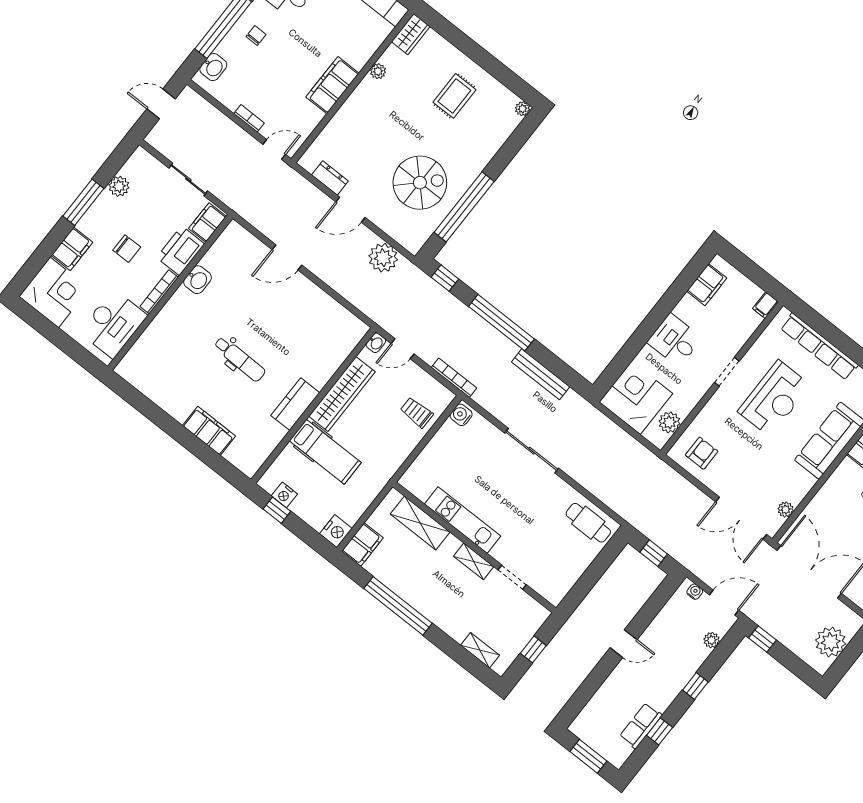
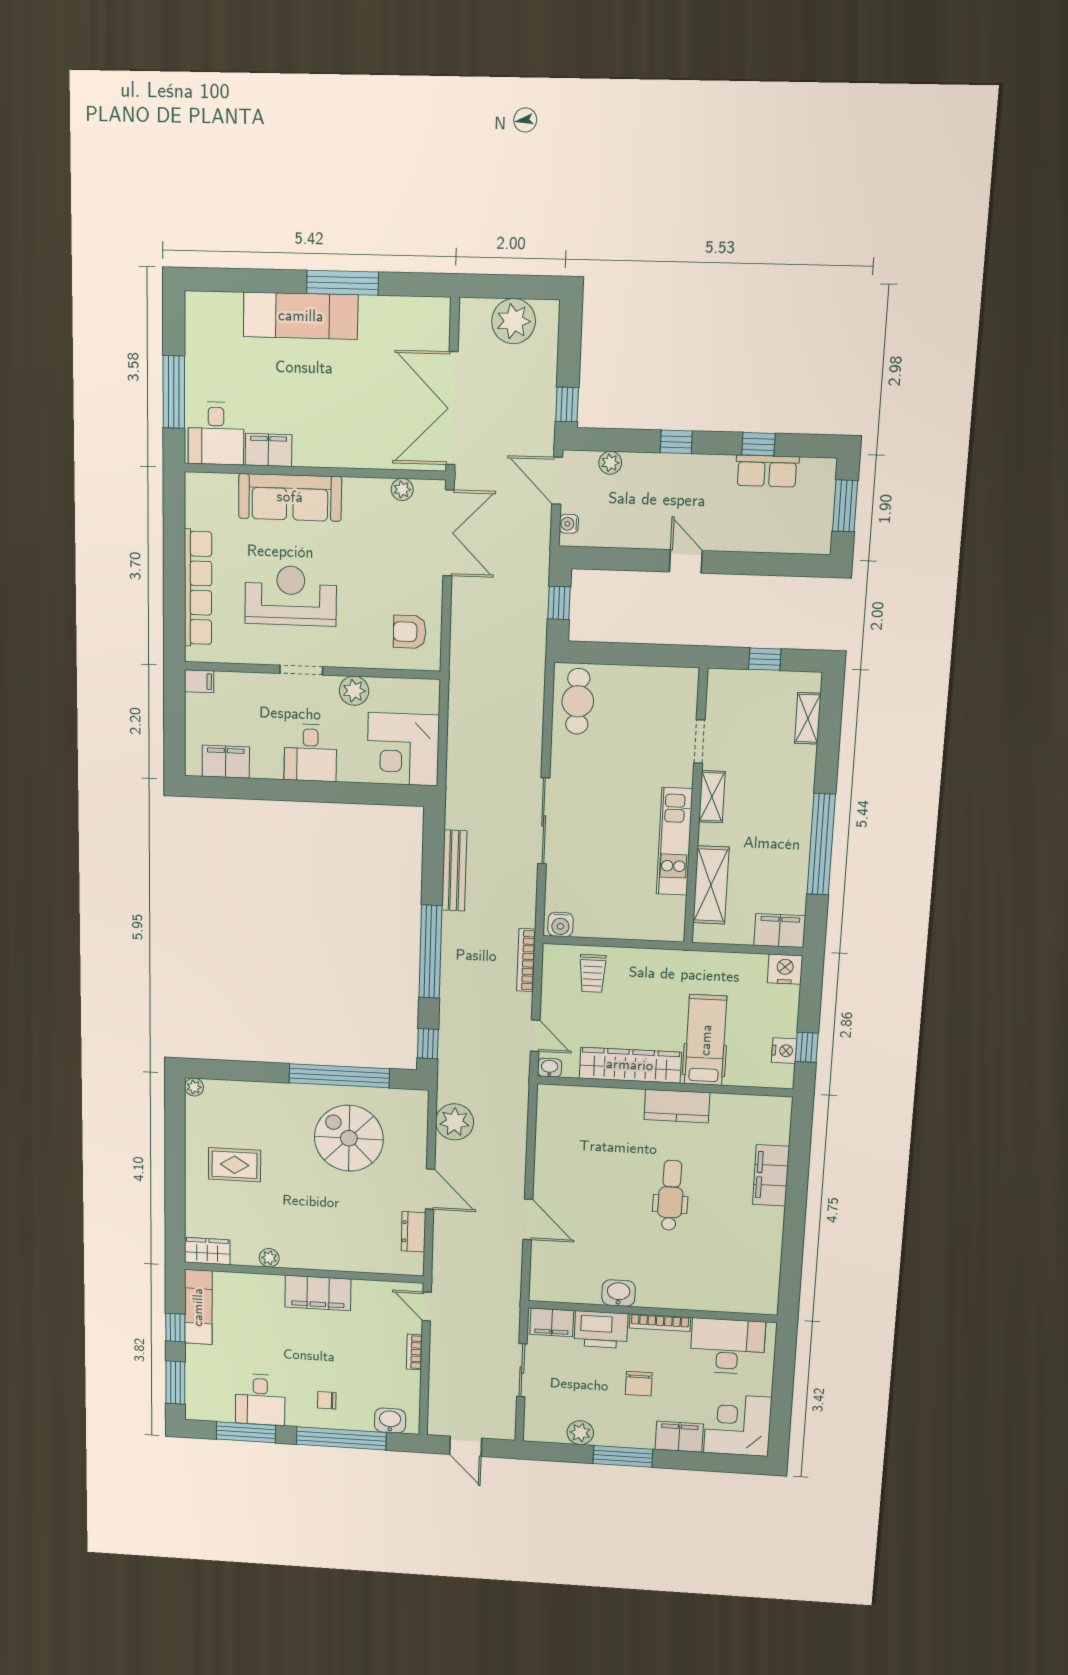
chair: (127, 249) -> (639, 1384), turned 180
plant: (669, 422) -> (354, 691), moved

